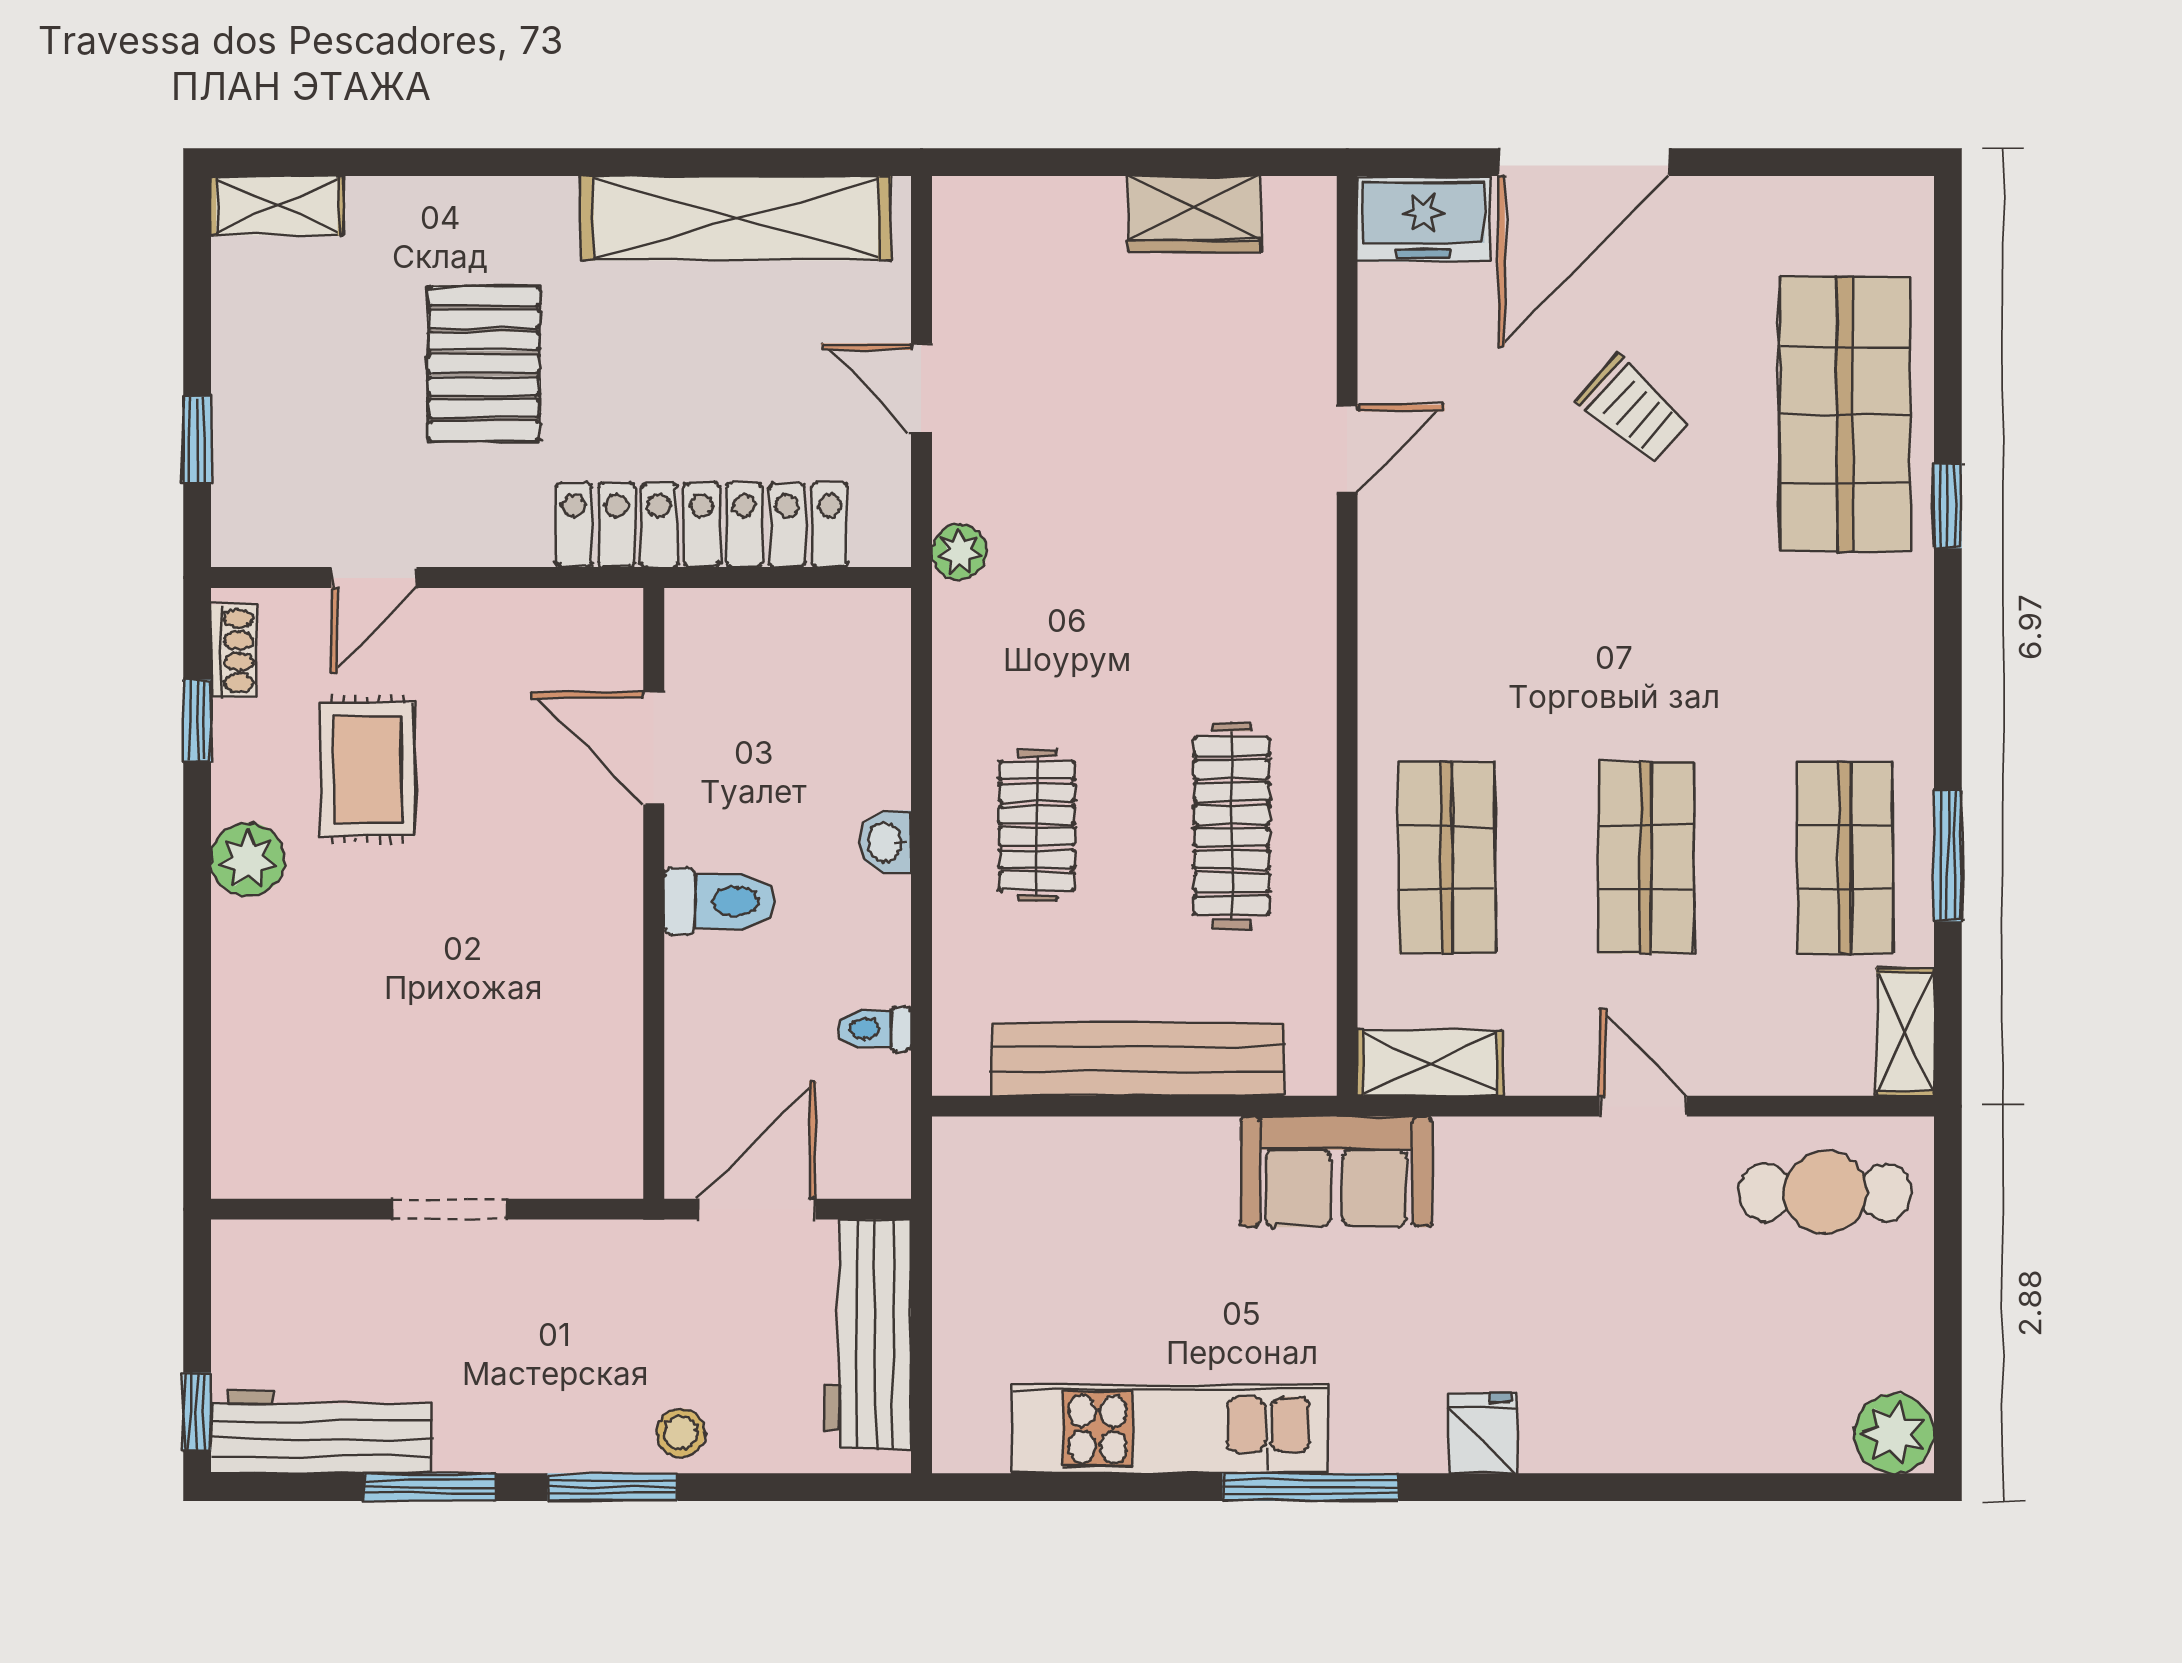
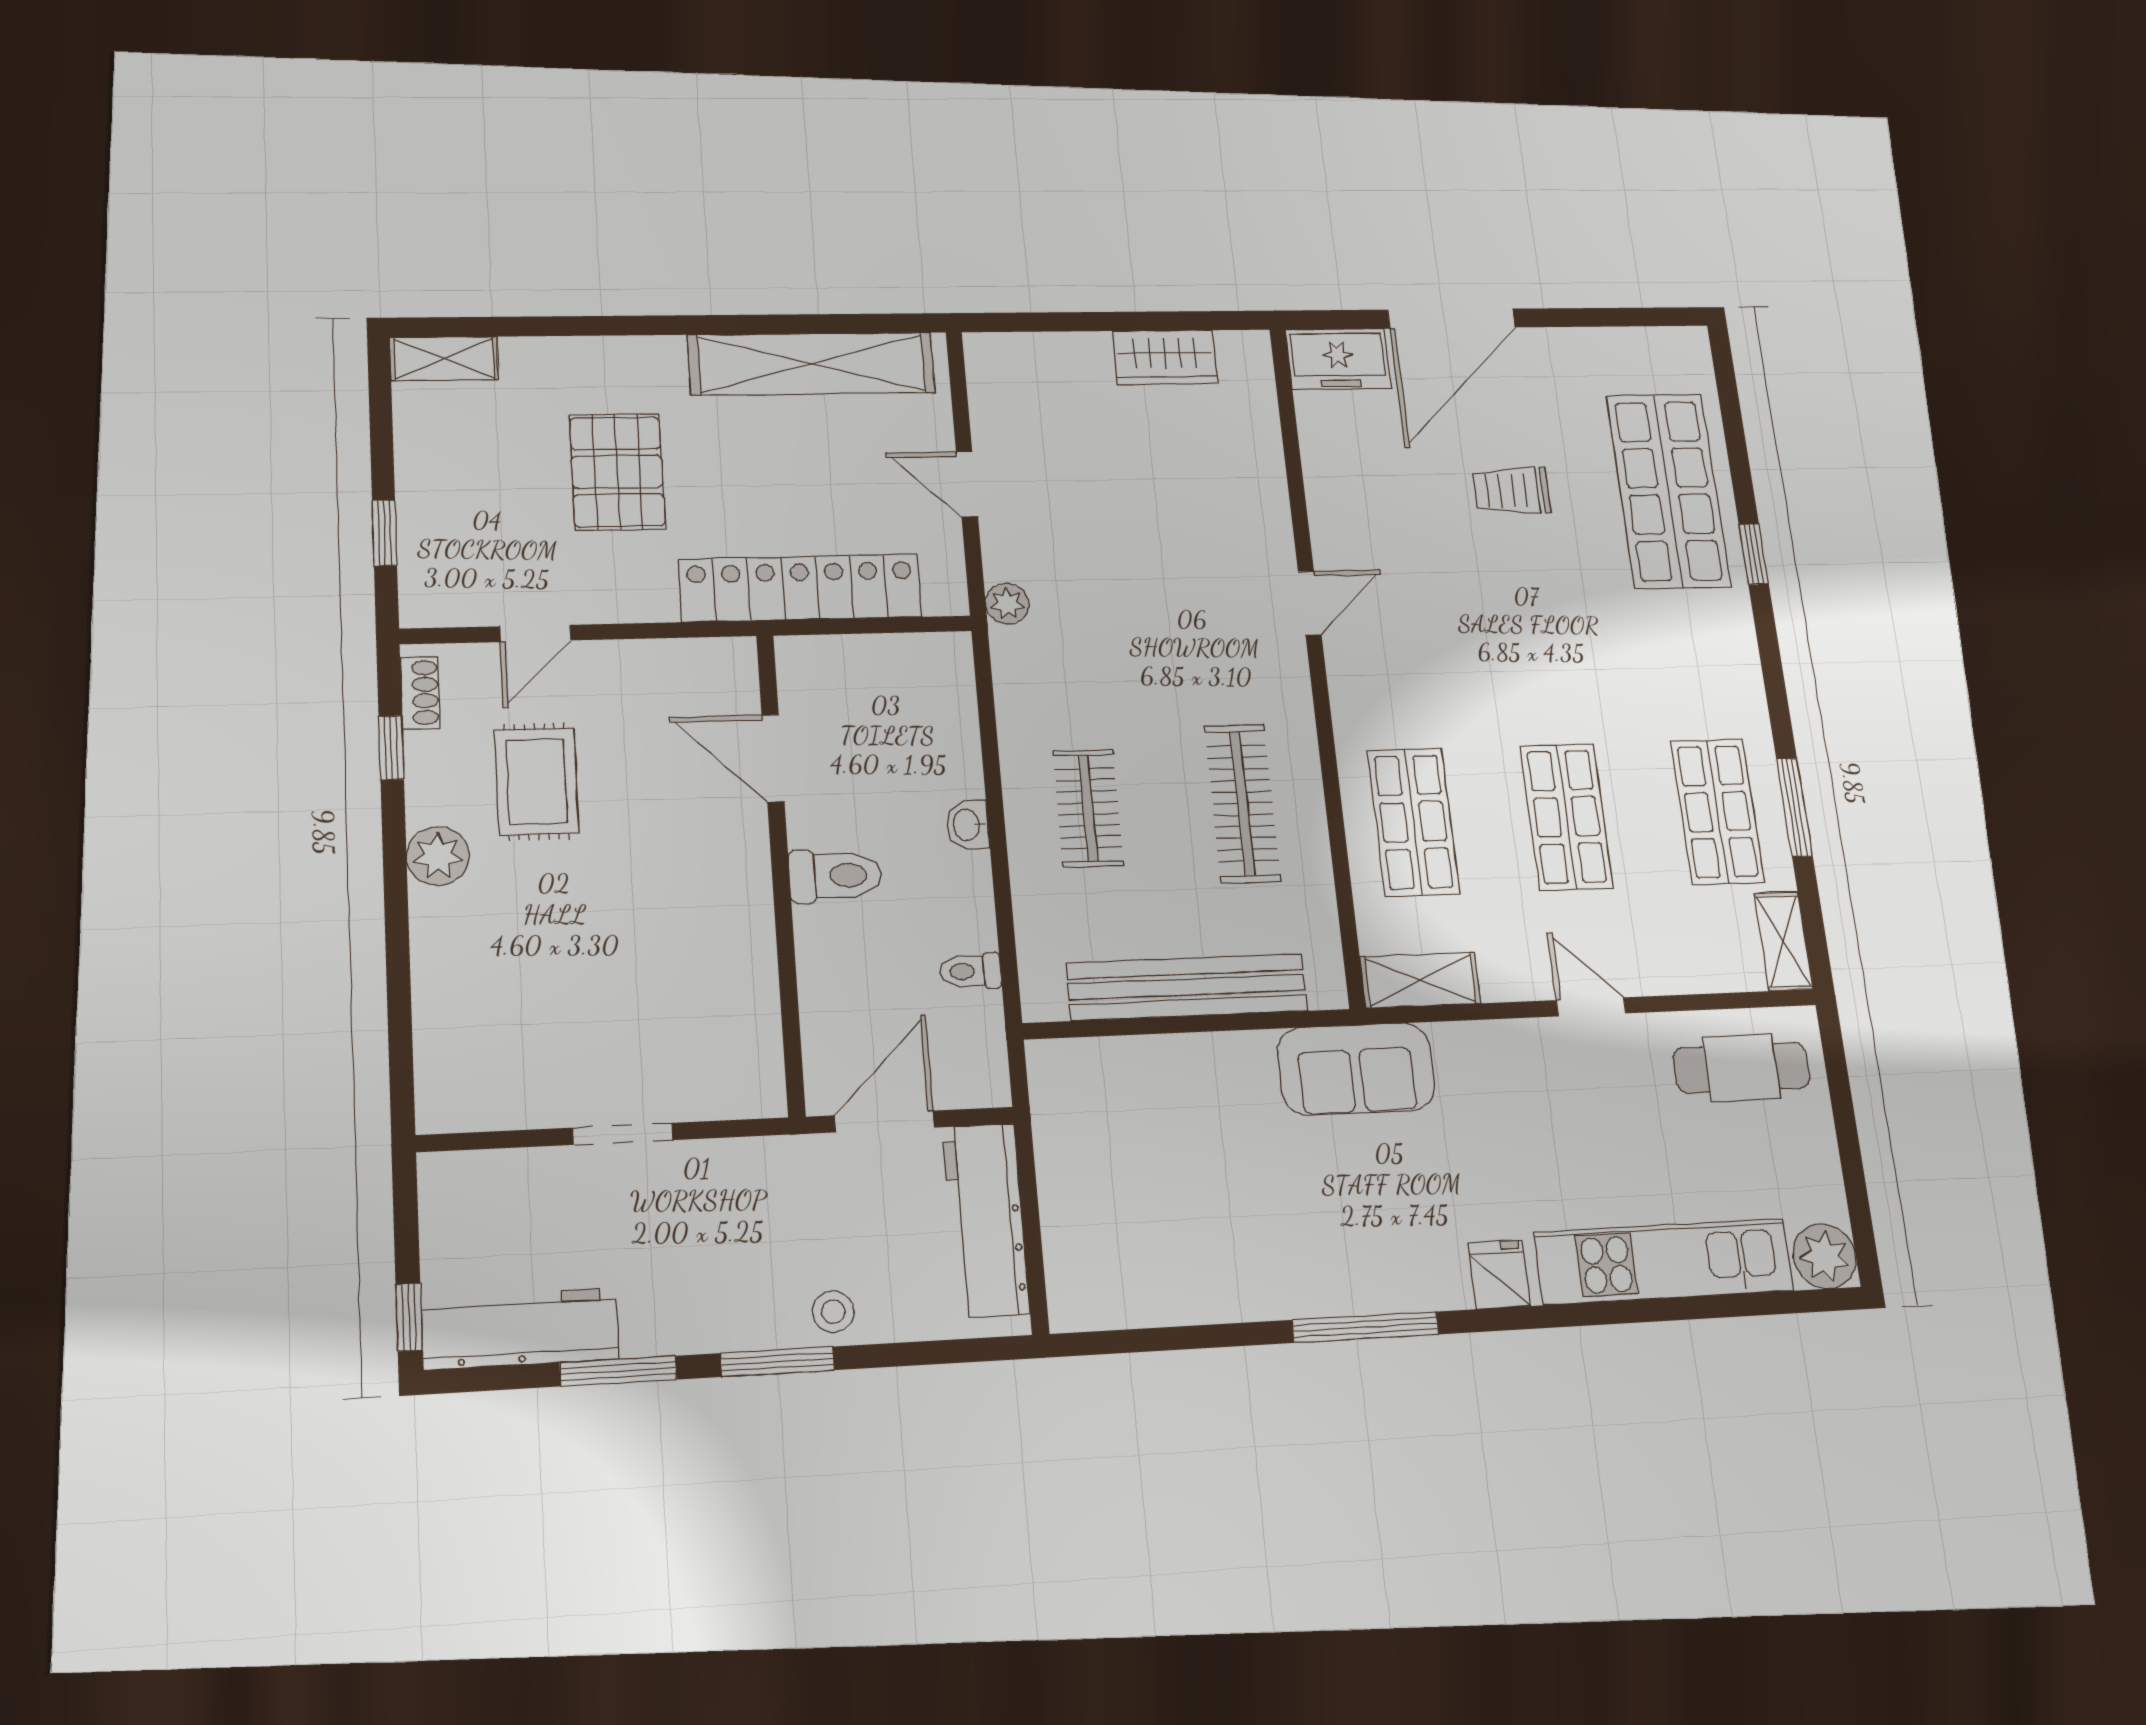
trolley: (1633, 410) -> (1512, 490), turned 138
door: (1347, 448) -> (1310, 603), moved
kitchen unit: (1170, 1429) -> (1664, 1262), moved

